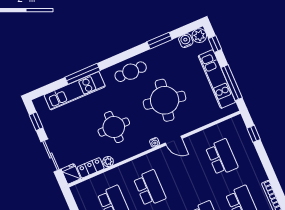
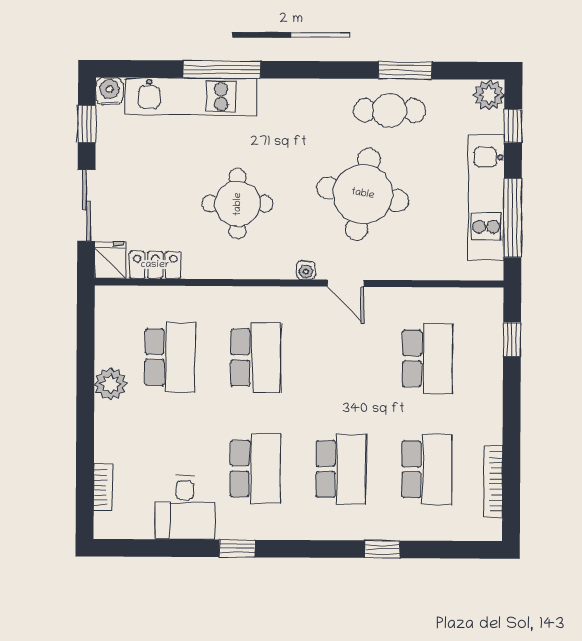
water cooler: (186, 41) -> (109, 91), moved
cafe table: (131, 72) -> (389, 111), moved
plant: (108, 161) -> (196, 268), removed

